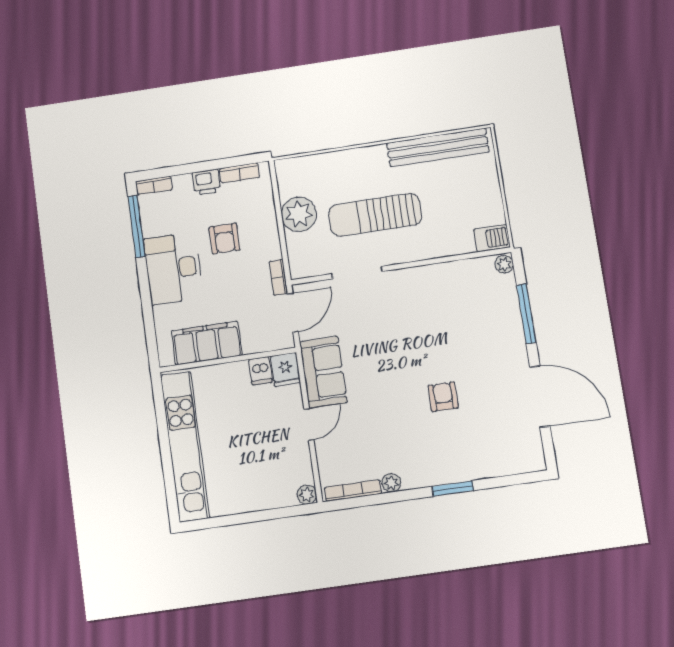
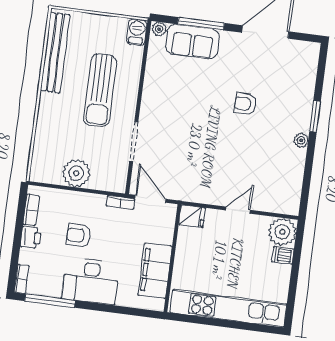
sun lounger: (375, 215) -> (100, 90), moved
armchair: (225, 239) -> (79, 235), turned 180
dishwasher: (260, 371) -> (283, 255), moved, turned 180
sofa: (323, 372) -> (193, 42), moved, turned 180
door: (309, 424) -> (238, 210), hinge flipped
plant: (391, 483) -> (301, 140), moved
bookcase: (353, 490) -> (296, 191), removed
plant: (307, 495) -> (282, 232), width x1.87, depth x1.87

